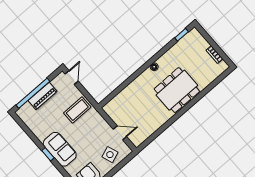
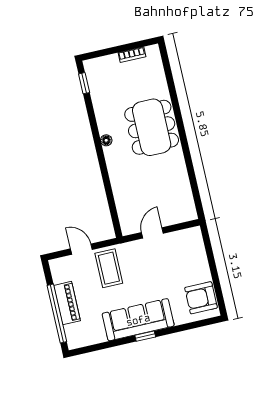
door: (72, 77) -> (81, 249), moved
door: (120, 133) -> (152, 233), moved
sofa: (60, 149) -> (138, 320), width x1.36
side table: (110, 155) -> (188, 257), removed

